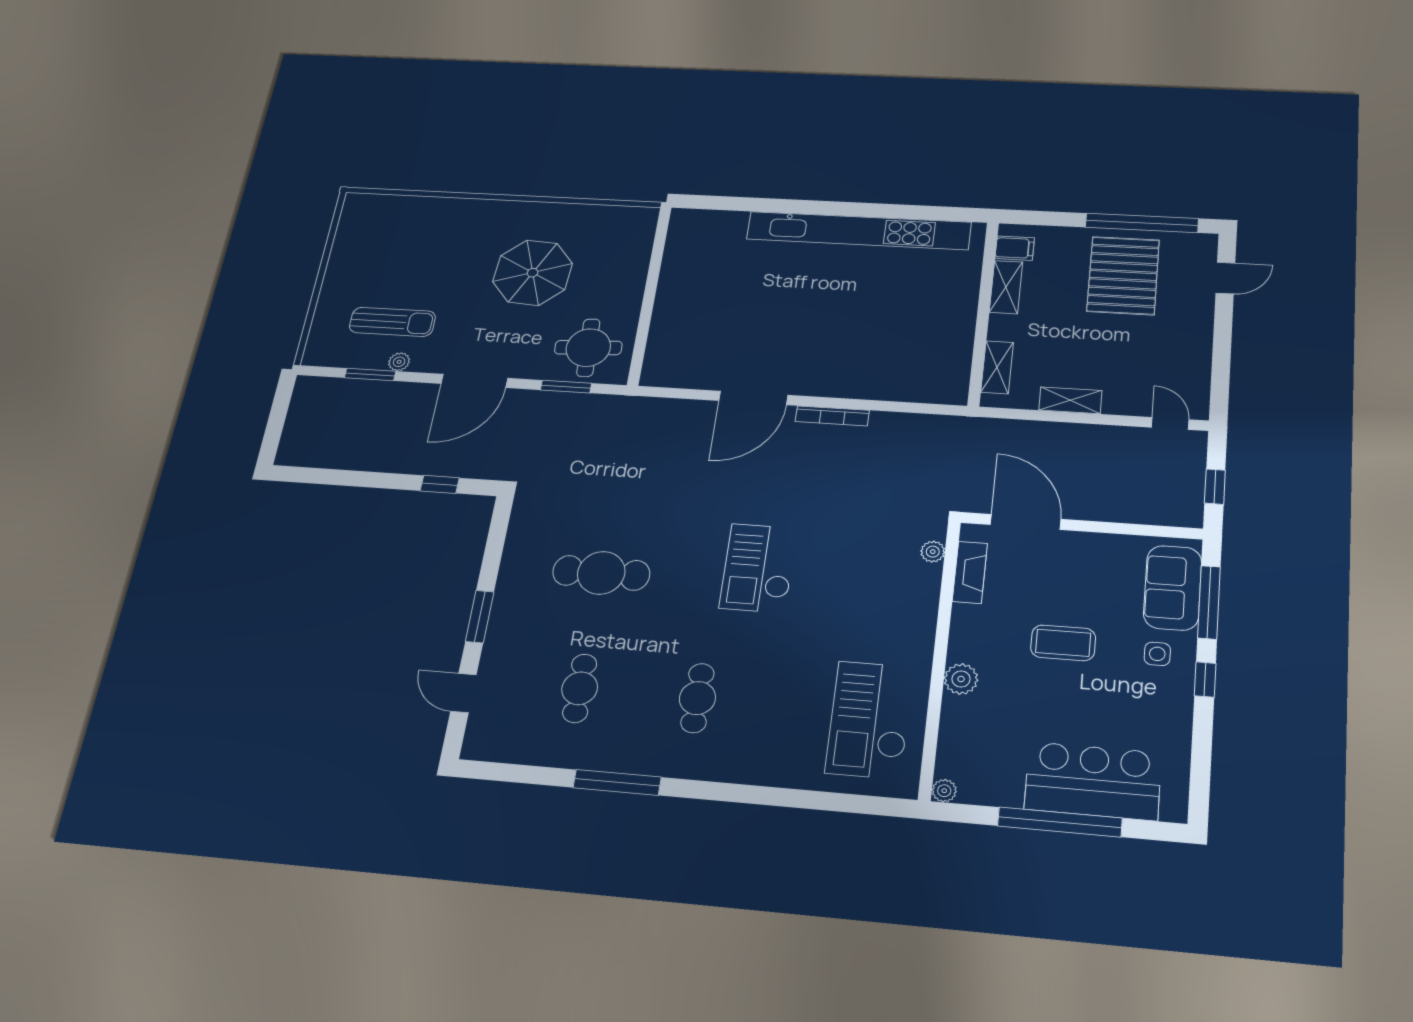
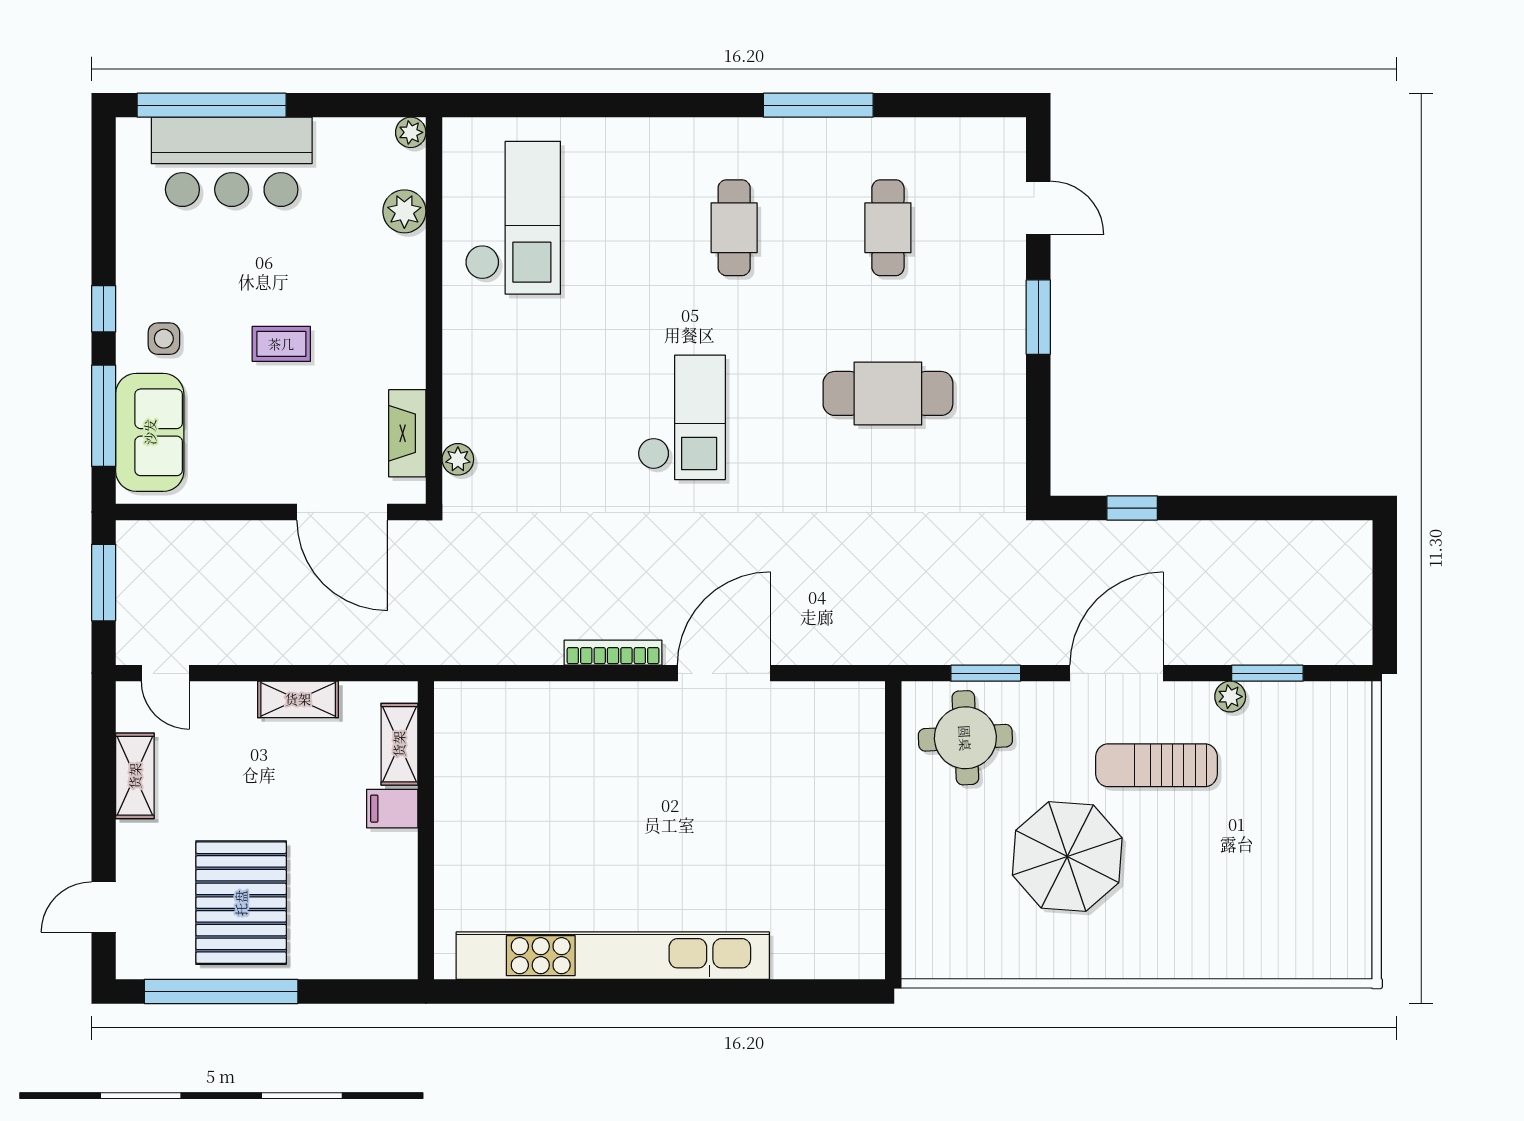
filing cabinet: (1015, 248) -> (392, 809), moved
shelving: (1006, 287) -> (135, 776), moved
sun lounger: (392, 322) -> (1157, 765), moved
window: (1215, 487) -> (104, 583), width x1.50
coffee table: (1063, 643) -> (281, 344), width x0.73, depth x0.77
plant: (961, 679) -> (404, 211), moved
window: (1060, 822) -> (212, 105), moved

